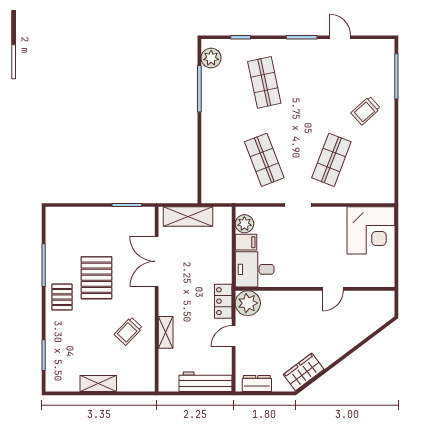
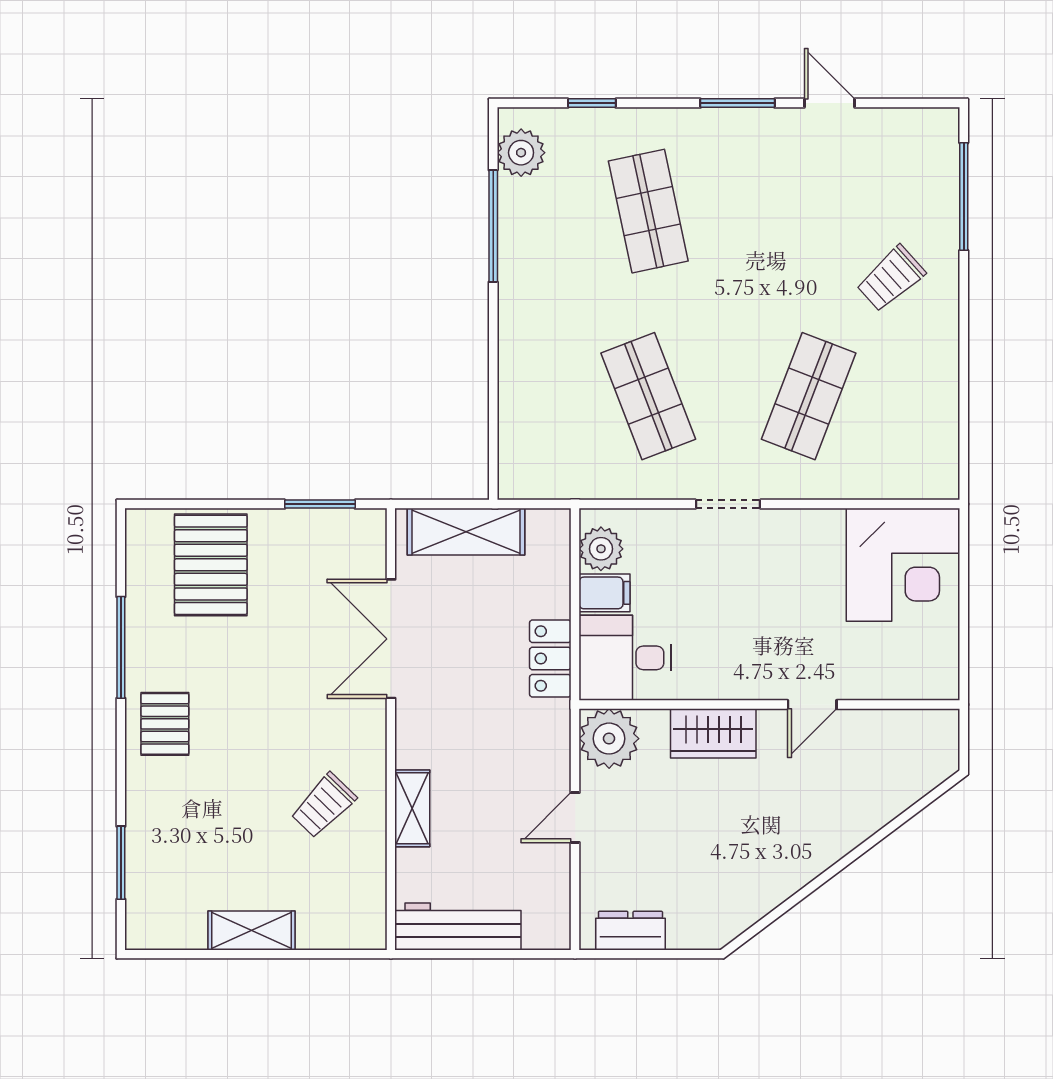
pallet: (97, 278) -> (211, 565), moved
locker: (223, 301) -> (550, 659), moved
wardrobe: (304, 372) -> (713, 733), moved, turned -143
workbench: (206, 382) -> (458, 926), moved

